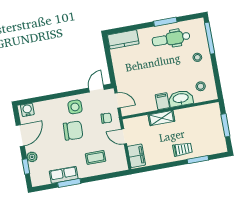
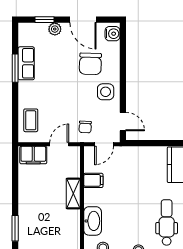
filing cabinet: (162, 101) -> (93, 180), moved
chair: (73, 131) -> (90, 64), moved
trolley: (183, 149) -> (31, 212), removed
coffee table: (96, 157) -> (31, 120), moved

